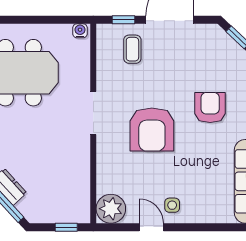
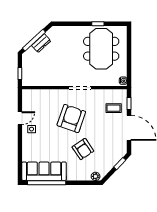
armchair: (210, 107) -> (83, 149), turned 56
armchair: (152, 129) -> (71, 118), turned 109
plant: (111, 209) -> (30, 97), removed

